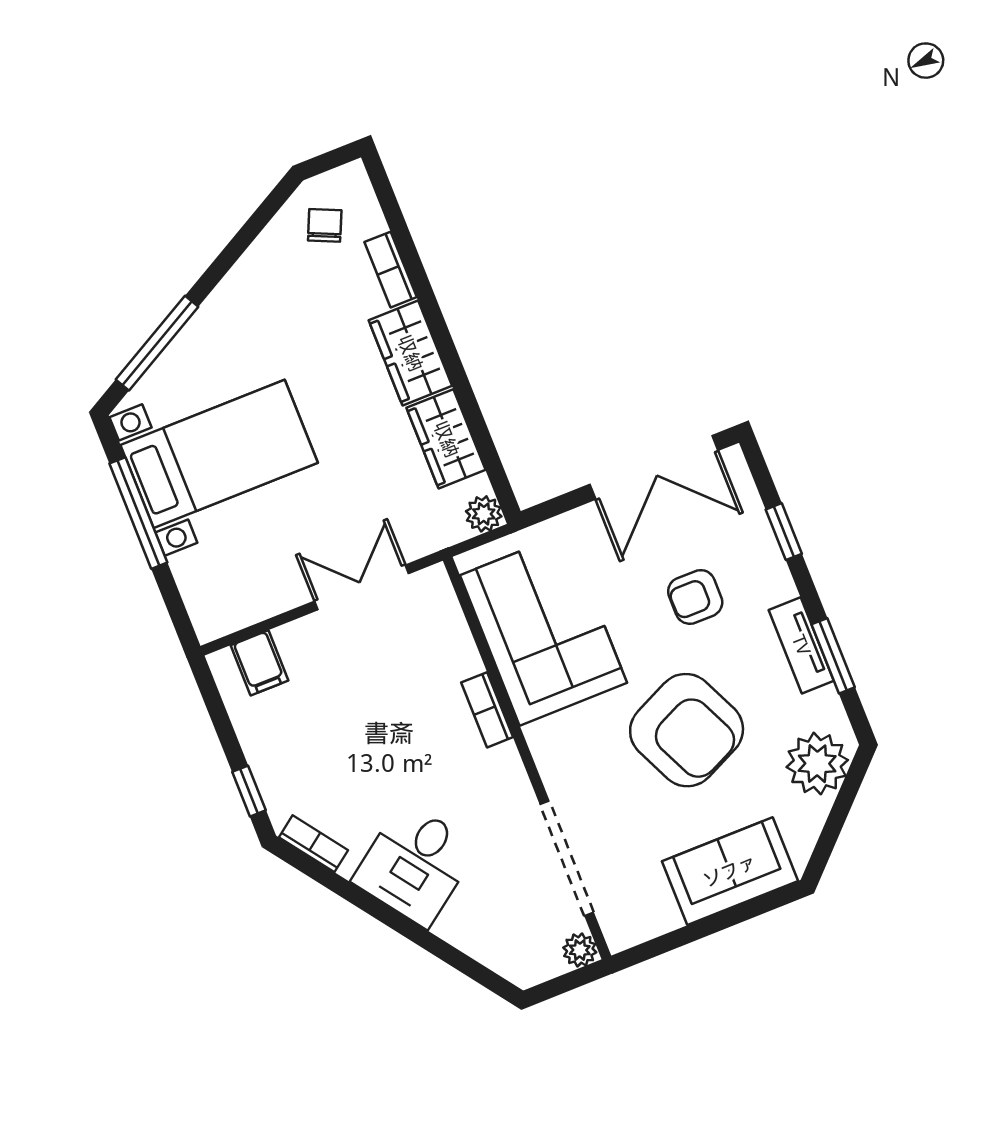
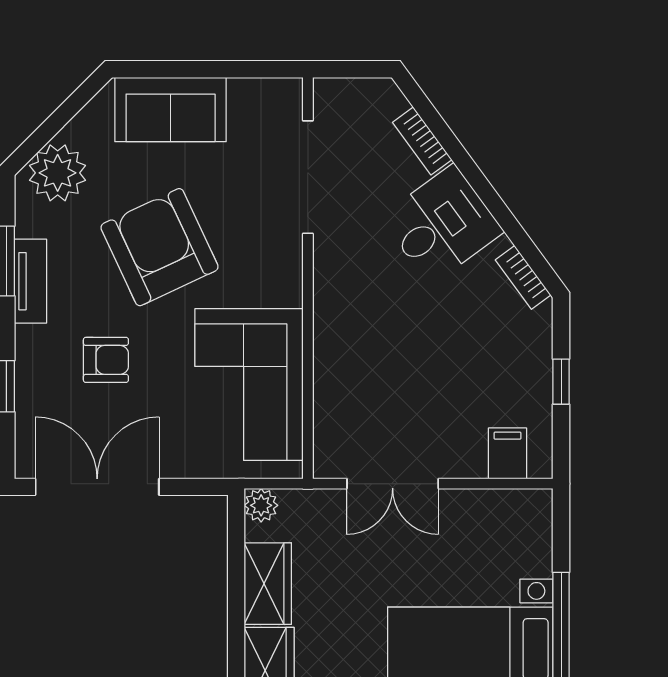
bookcase: (487, 710) -> (422, 141), moved, turned 144
window: (249, 791) -> (561, 382), moved
plant: (580, 950) -> (328, 93), removed

